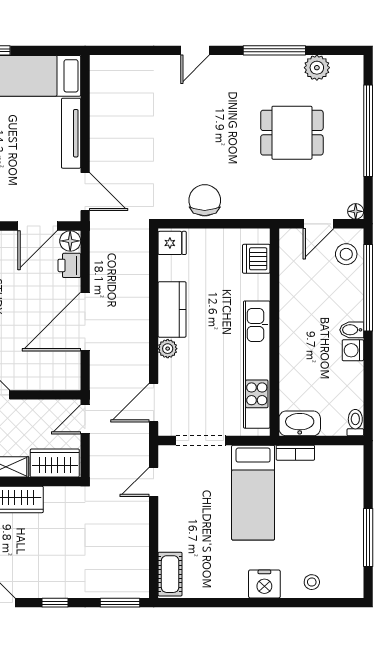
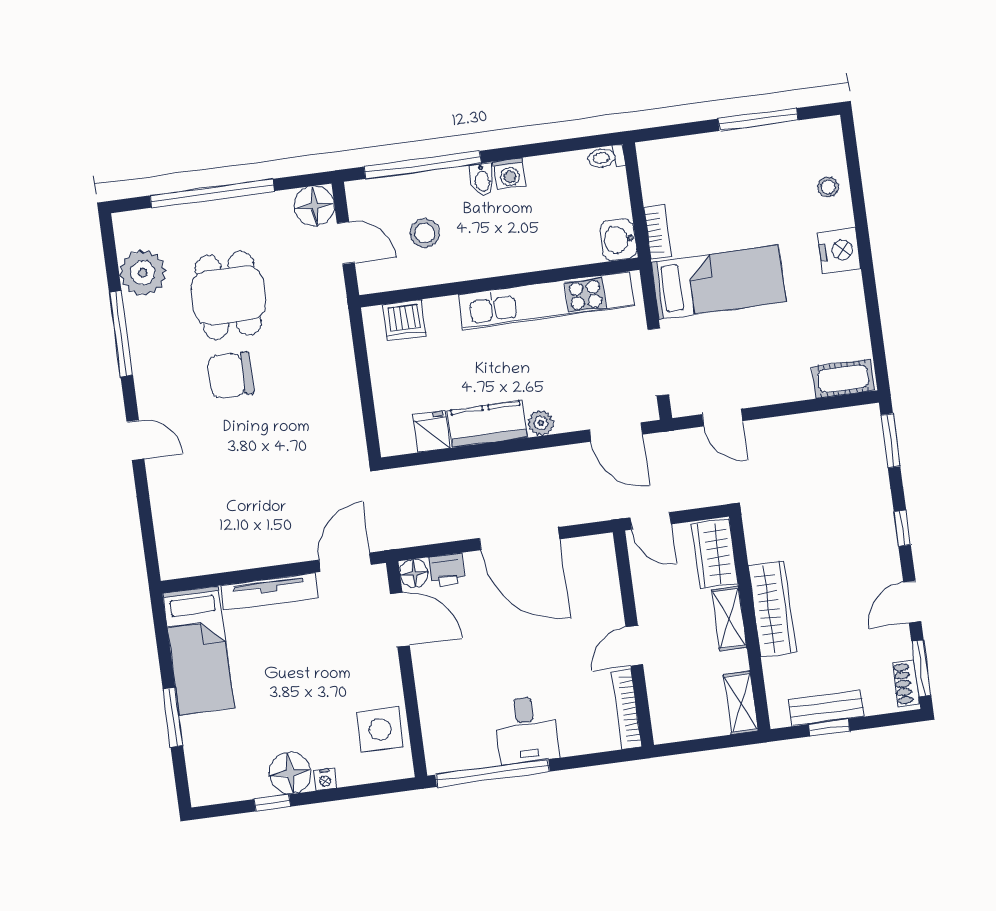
plant: (317, 68) -> (143, 273), width x1.36, depth x1.36
chair: (205, 200) -> (230, 375), moved
floor lamp: (356, 211) -> (314, 206), width x1.89, depth x1.89
fridge: (172, 243) -> (432, 432), moved
stool: (346, 254) -> (425, 233), moved
washbasin: (300, 423) -> (618, 240), width x0.72

